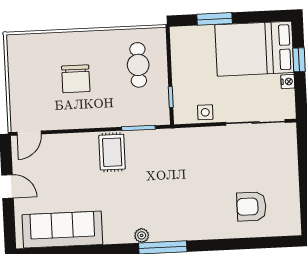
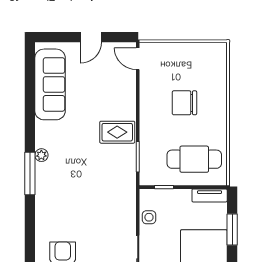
tv unit: (178, 46) -> (210, 195), added
cafe table: (138, 65) -> (194, 159), width x1.37, depth x1.35

